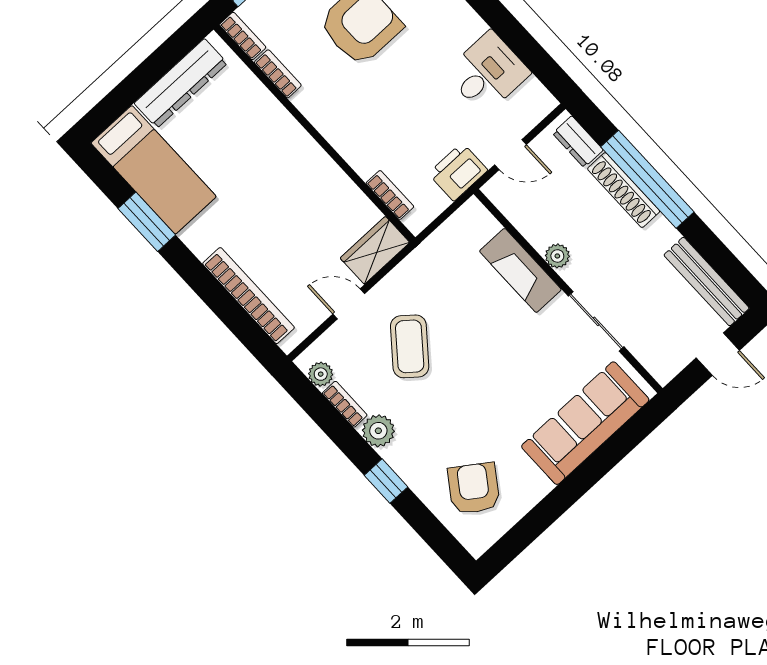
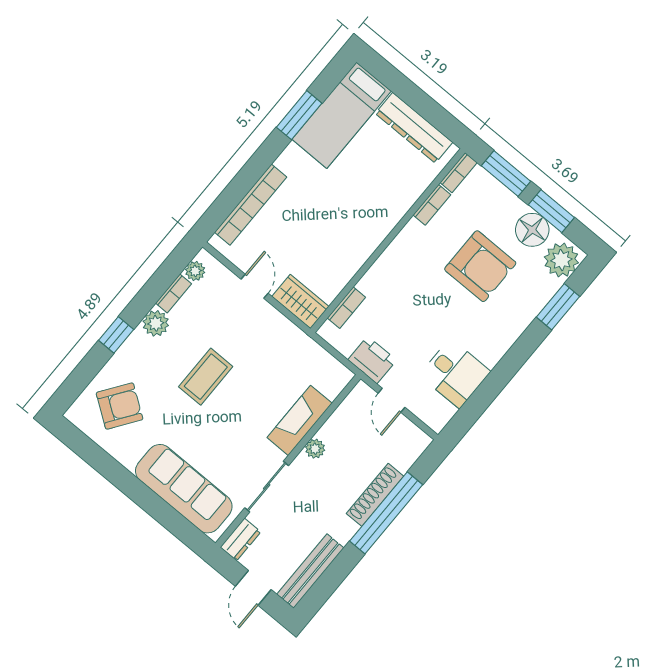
dresser: (578, 142) -> (240, 539), moved, turned 180
coffee table: (410, 346) -> (206, 377), moved, turned -39

